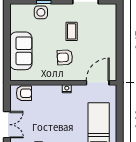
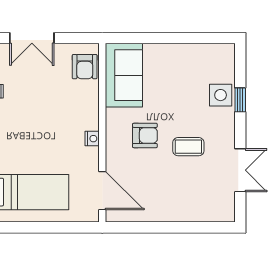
sofa: (21, 51) -> (124, 75), moved, turned -90
armchair: (65, 57) -> (145, 135), turned 93

